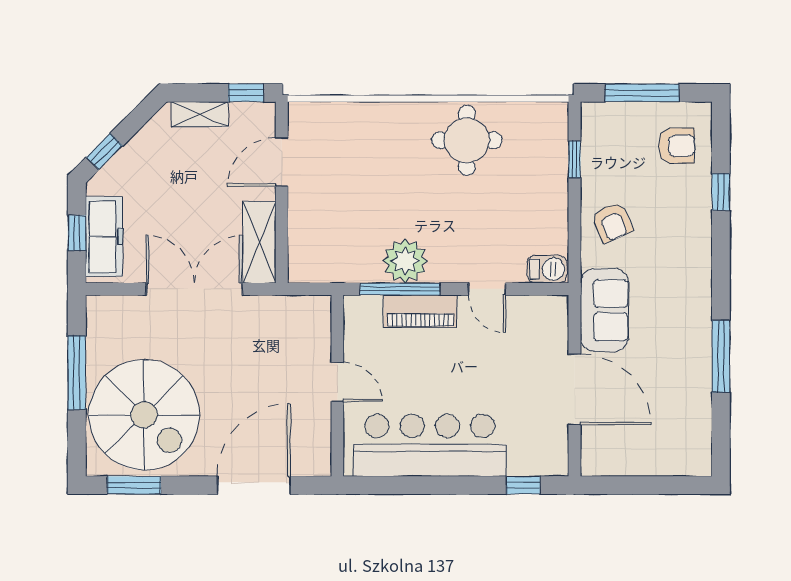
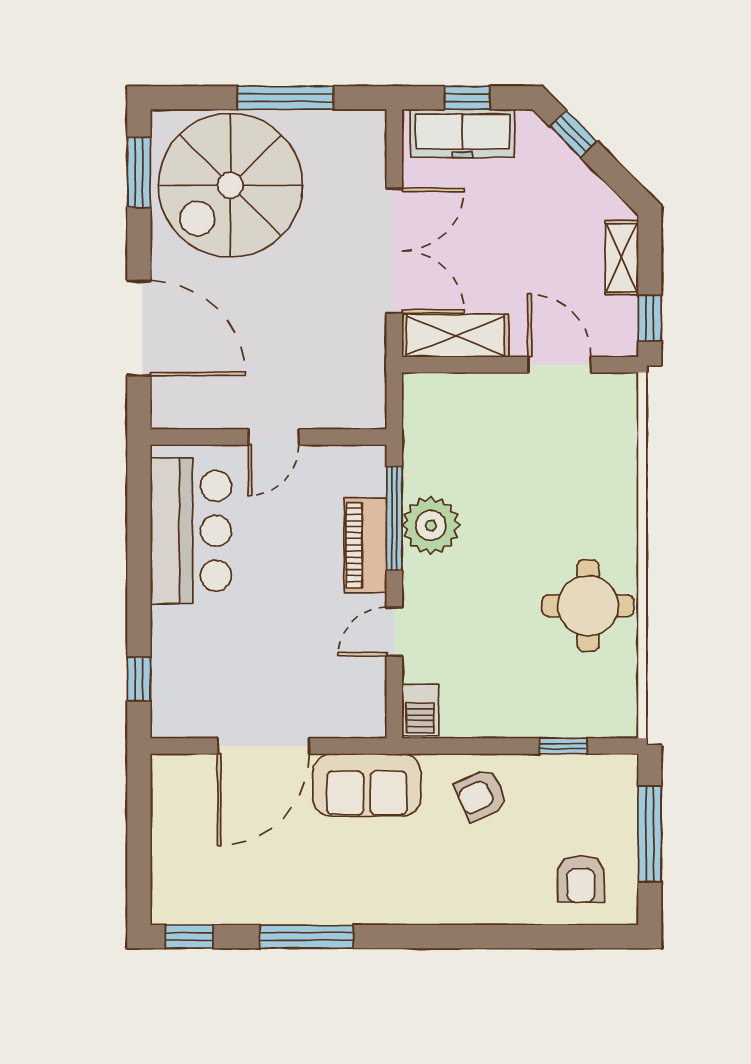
window: (721, 192) -> (189, 937), moved
bar counter: (430, 445) -> (191, 531), width x0.73

